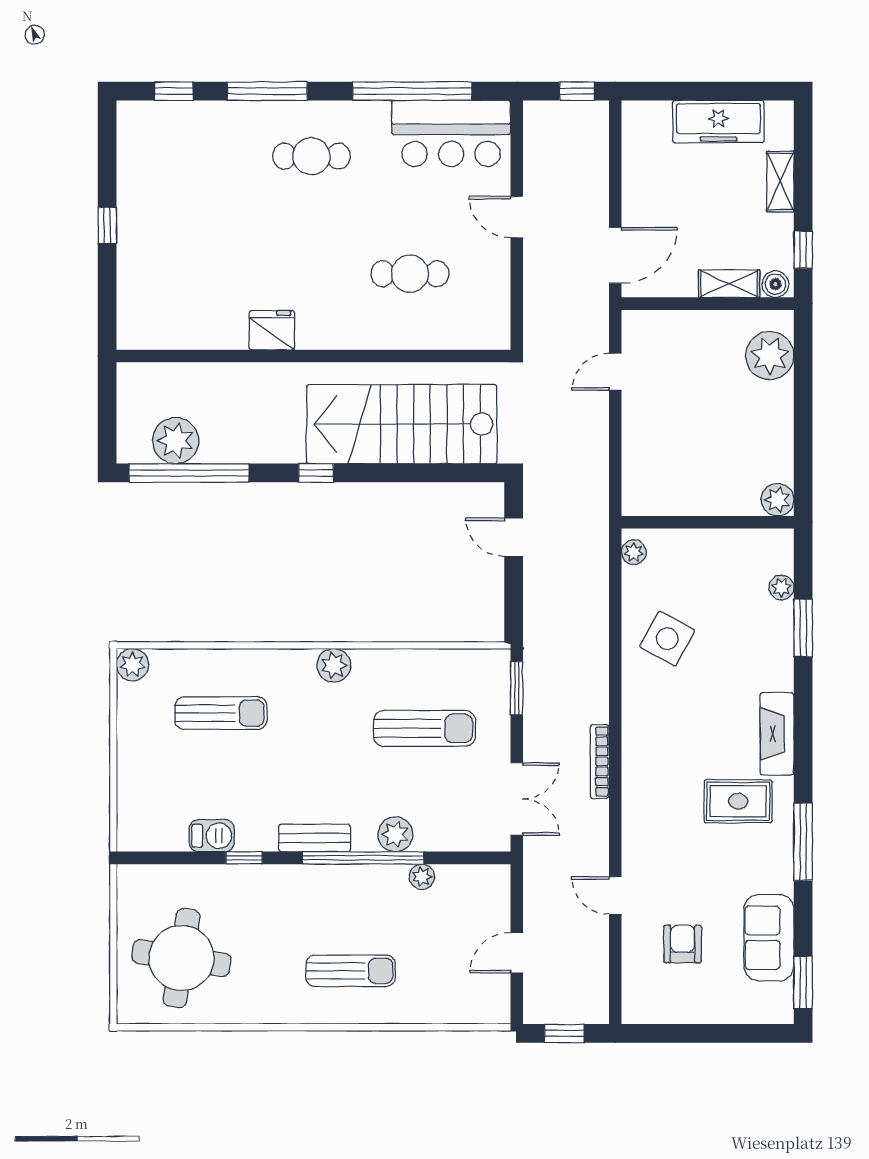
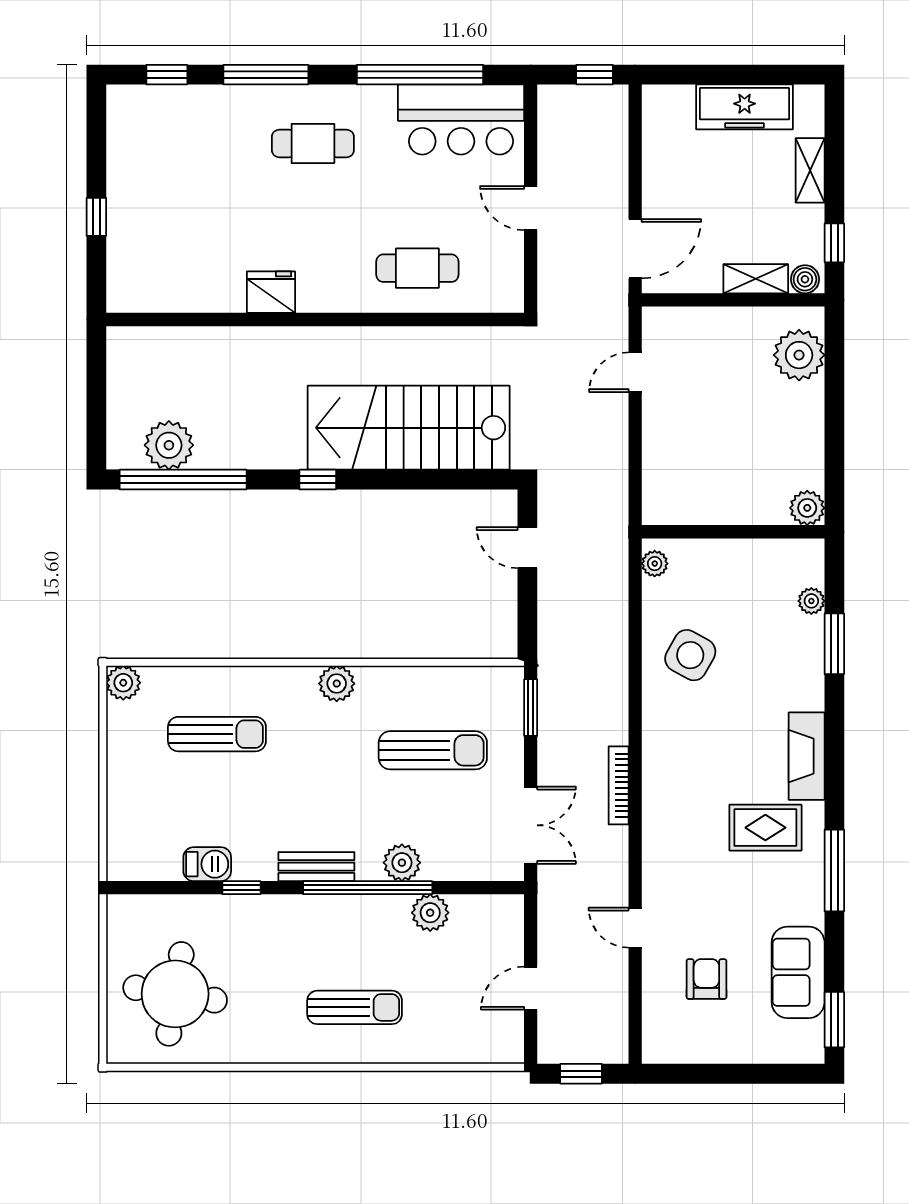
fridge: (272, 330) -> (271, 292), moved
wall: (314, 356) -> (315, 319), moved
plant: (422, 877) -> (430, 913), width x1.38, depth x1.38

